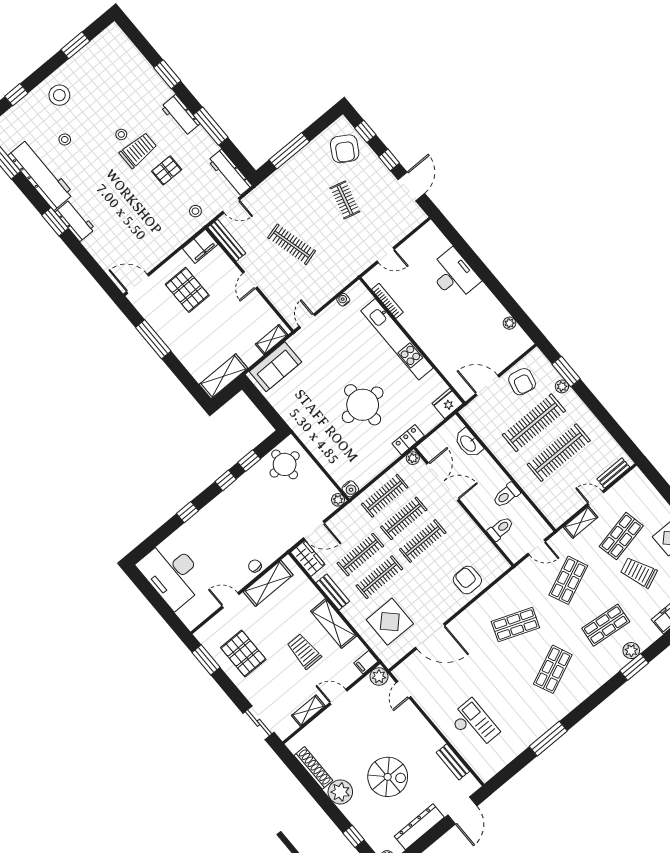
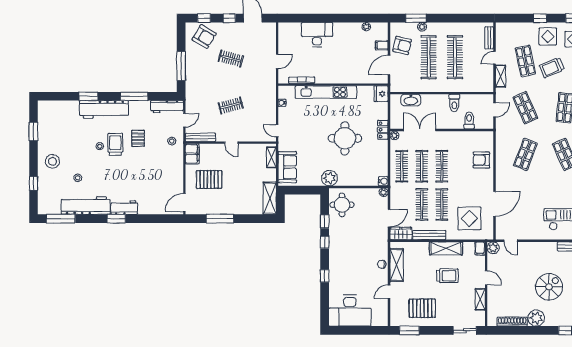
workbench: (180, 115) -> (104, 109), width x1.87, depth x1.32
clothes rail: (292, 244) -> (231, 105), width x0.73
filing cabinet: (503, 358) -> (382, 45), added
plant: (303, 425) -> (329, 178), added
bench: (333, 592) -> (429, 235), width x1.36
trolley: (304, 651) -> (447, 276), turned 180
door: (338, 697) -> (486, 278), swing flipped

